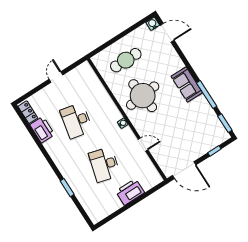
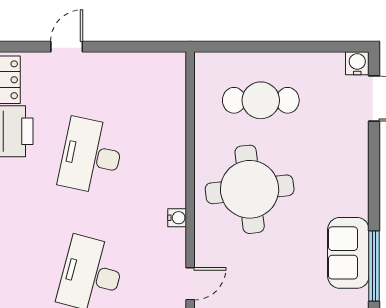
door: (56, 77) -> (67, 47), moved
sofa: (187, 84) -> (348, 253), moved
door: (143, 145) -> (190, 284), hinge flipped

